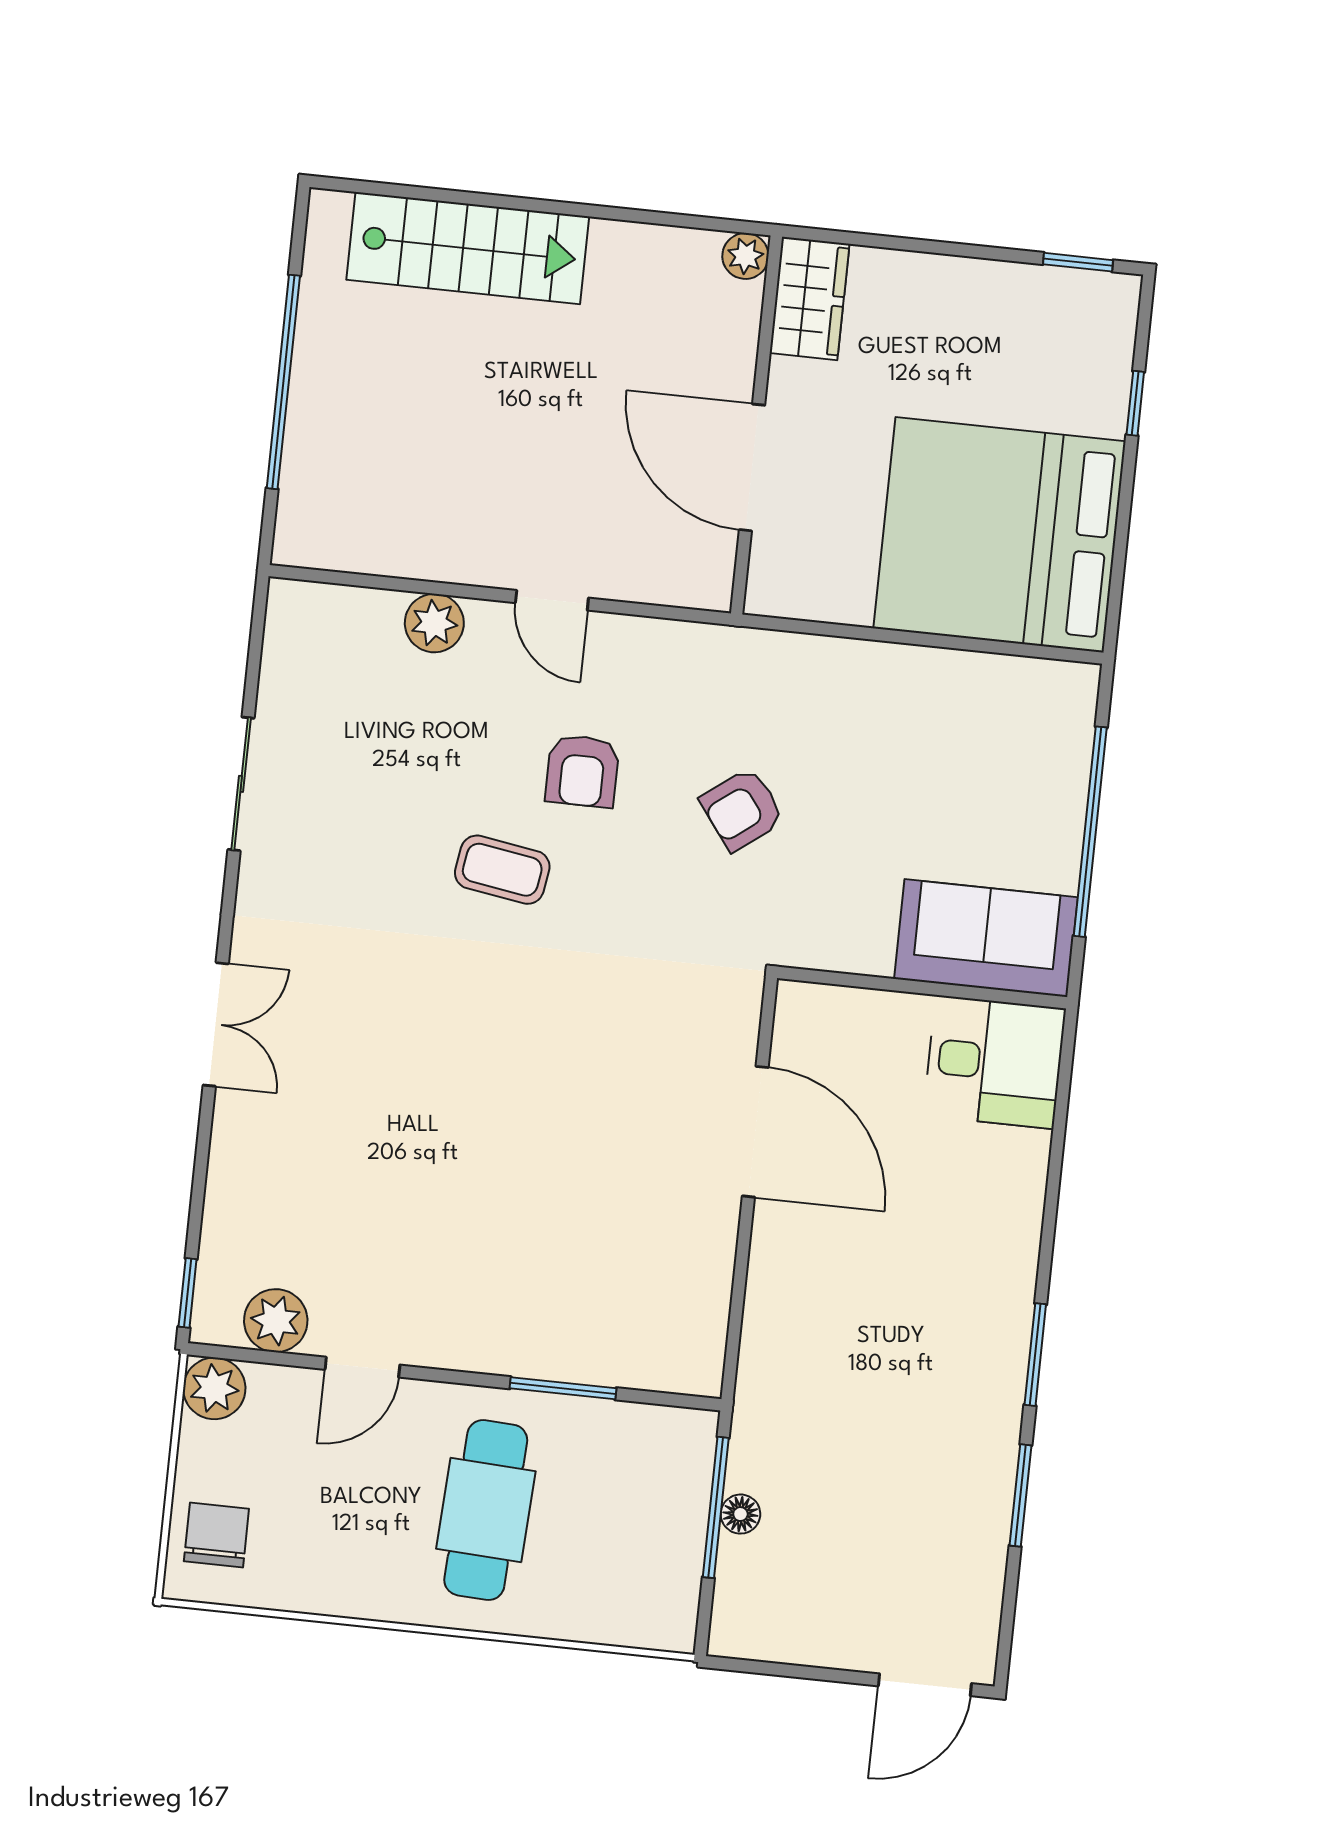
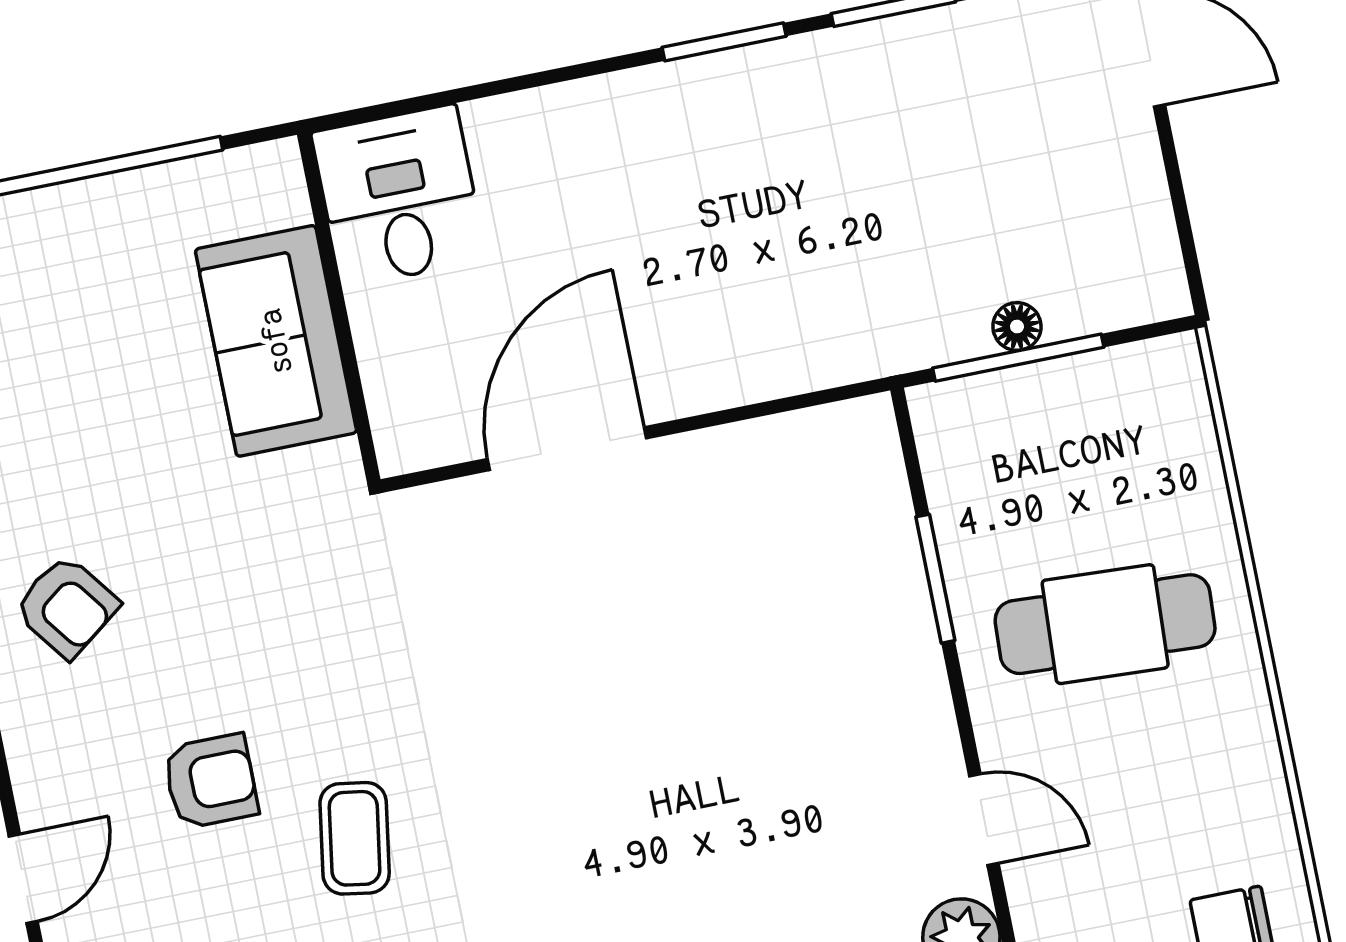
armchair: (742, 809) -> (67, 607), moved
sofa: (986, 938) -> (276, 341), moved

